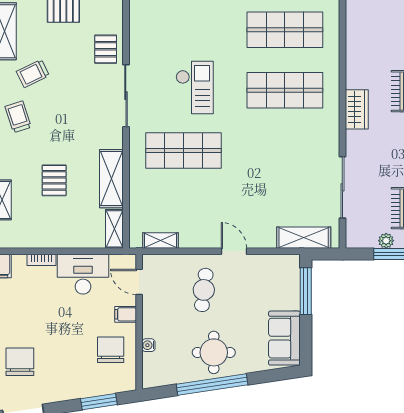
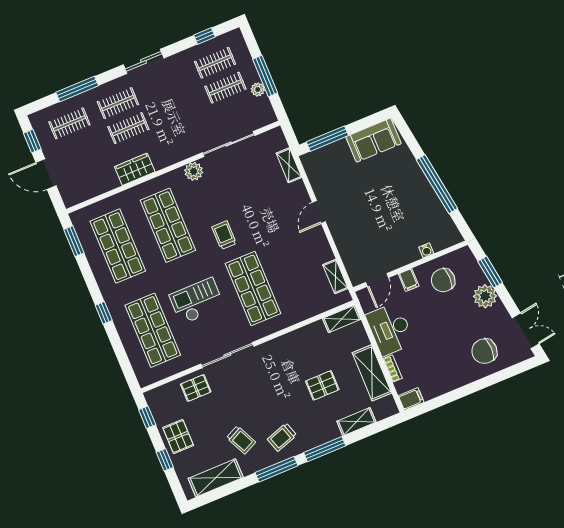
shop shelf: (183, 30) -> (153, 330), added
wardrobe: (357, 109) -> (135, 169), moved
plant: (329, 140) -> (194, 171), added
trolley: (251, 144) -> (224, 235), added
shelving: (111, 179) -> (372, 373), moved, turned 90
shelving: (304, 238) -> (289, 165), width x0.67, depth x0.75
cafe table: (204, 290) -> (361, 224), removed
round table: (214, 352) -> (410, 194), removed
plant: (76, 386) -> (485, 296), added

